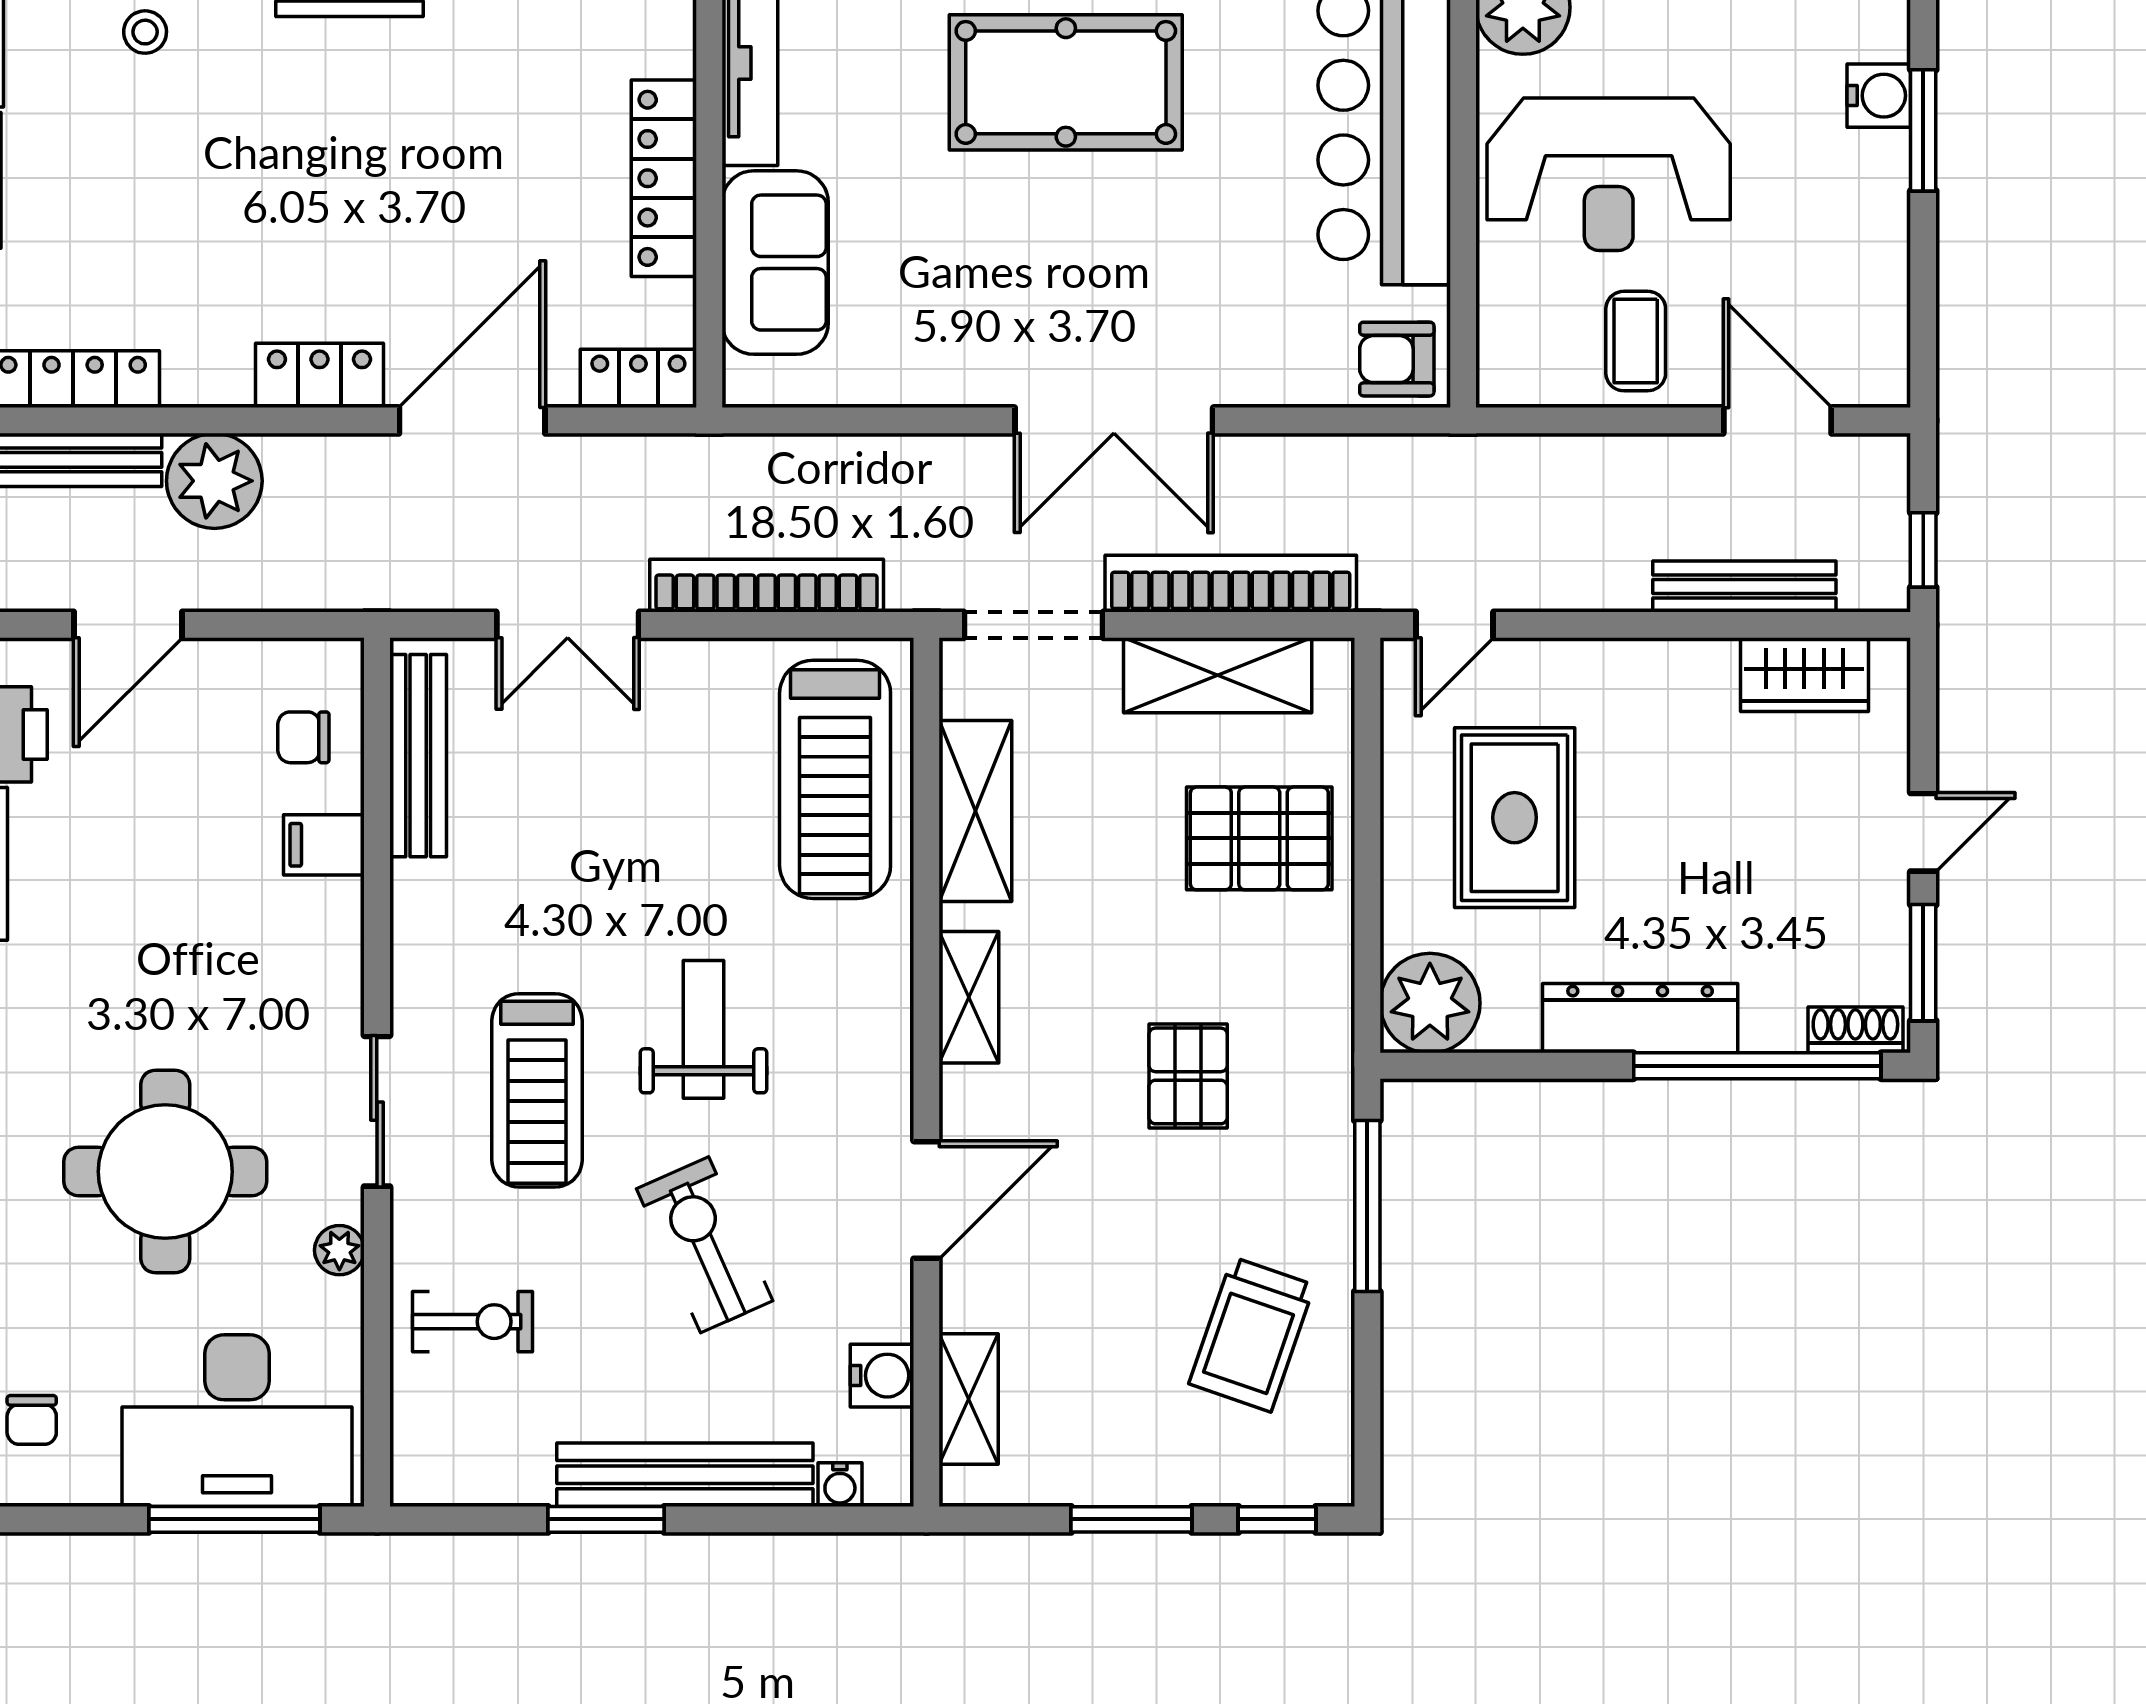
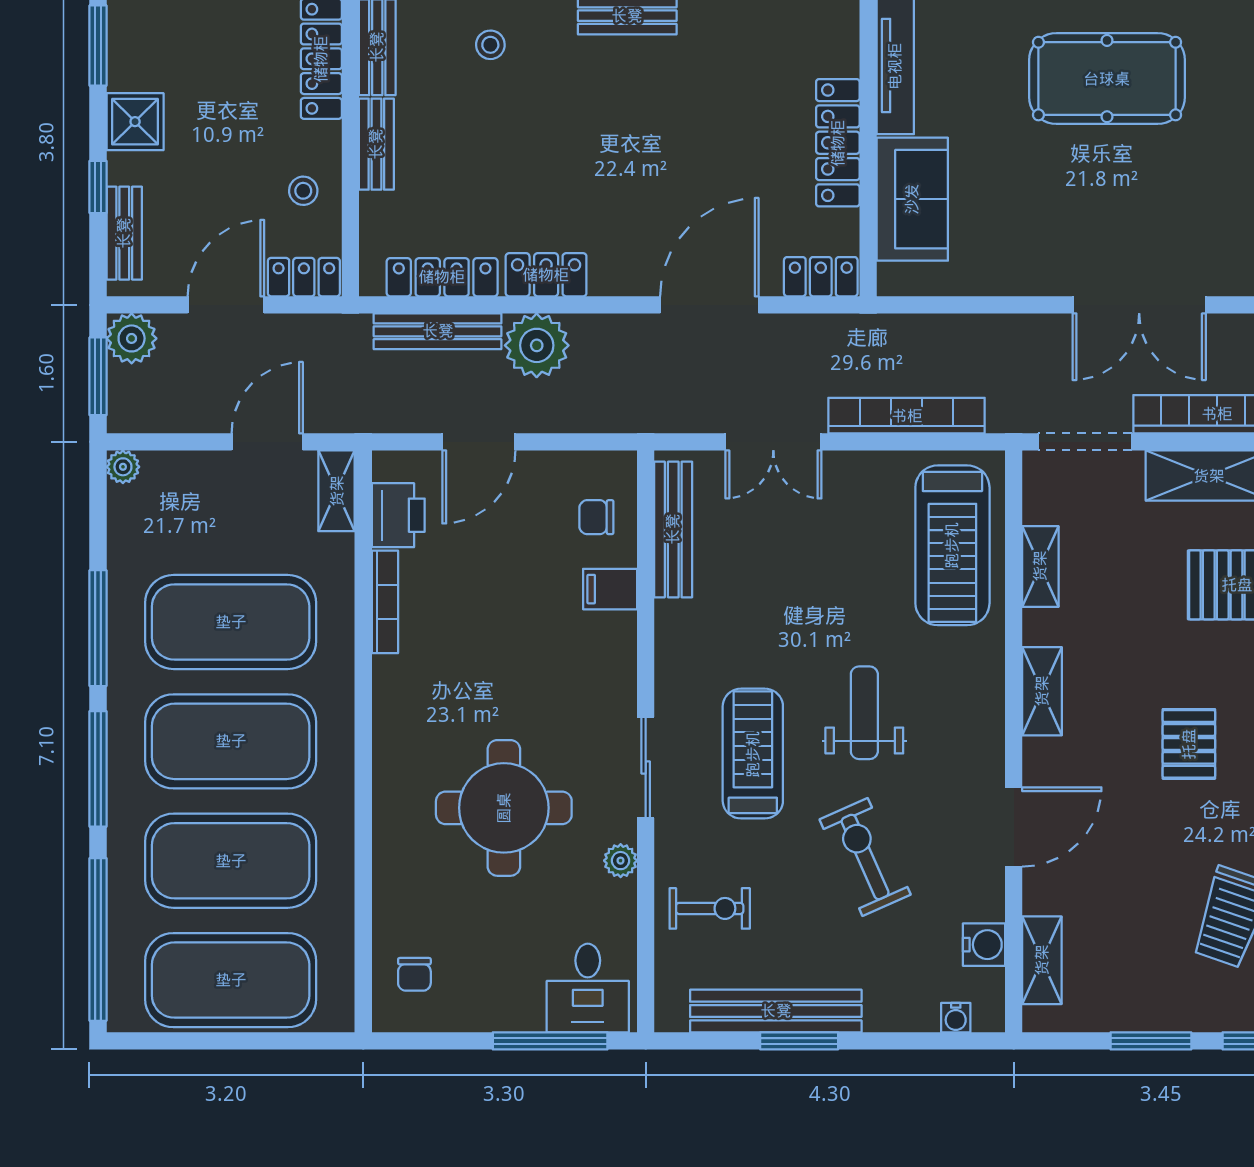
locker: (319, 375) -> (546, 275), moved
shelving: (975, 811) -> (1040, 566), width x0.67, depth x0.75
treadmill: (537, 1090) -> (753, 754), turned 180
desk: (237, 1421) -> (588, 988), width x0.53, depth x0.77
bench: (685, 1475) -> (776, 1011), moved

